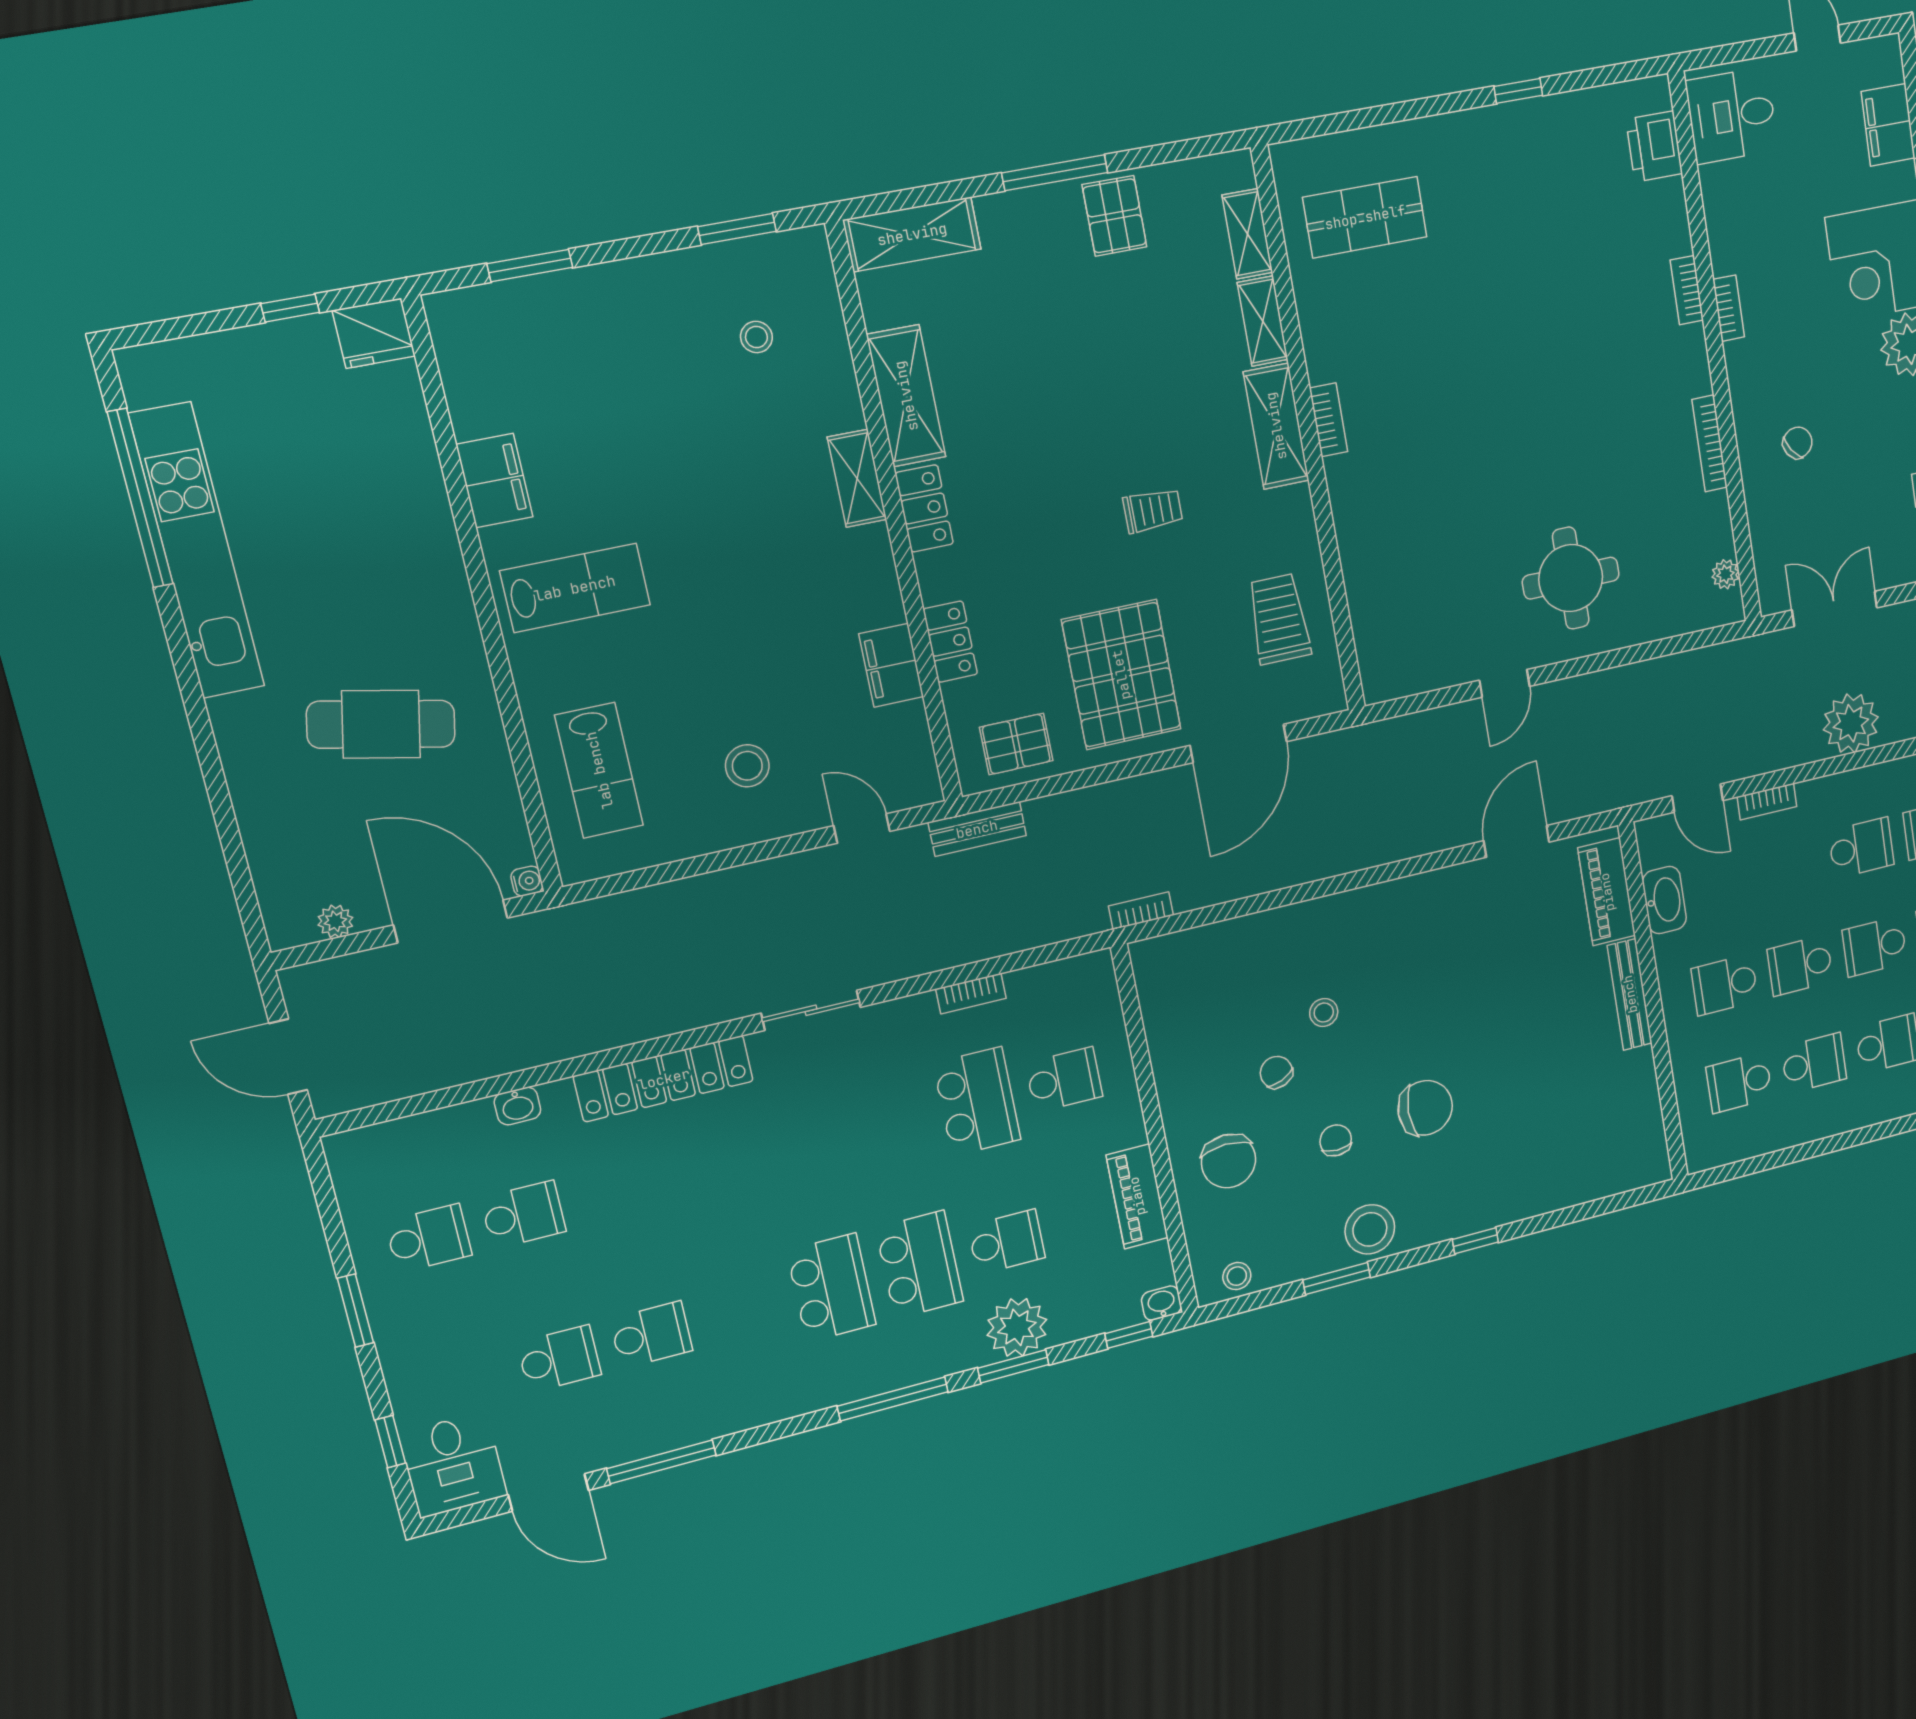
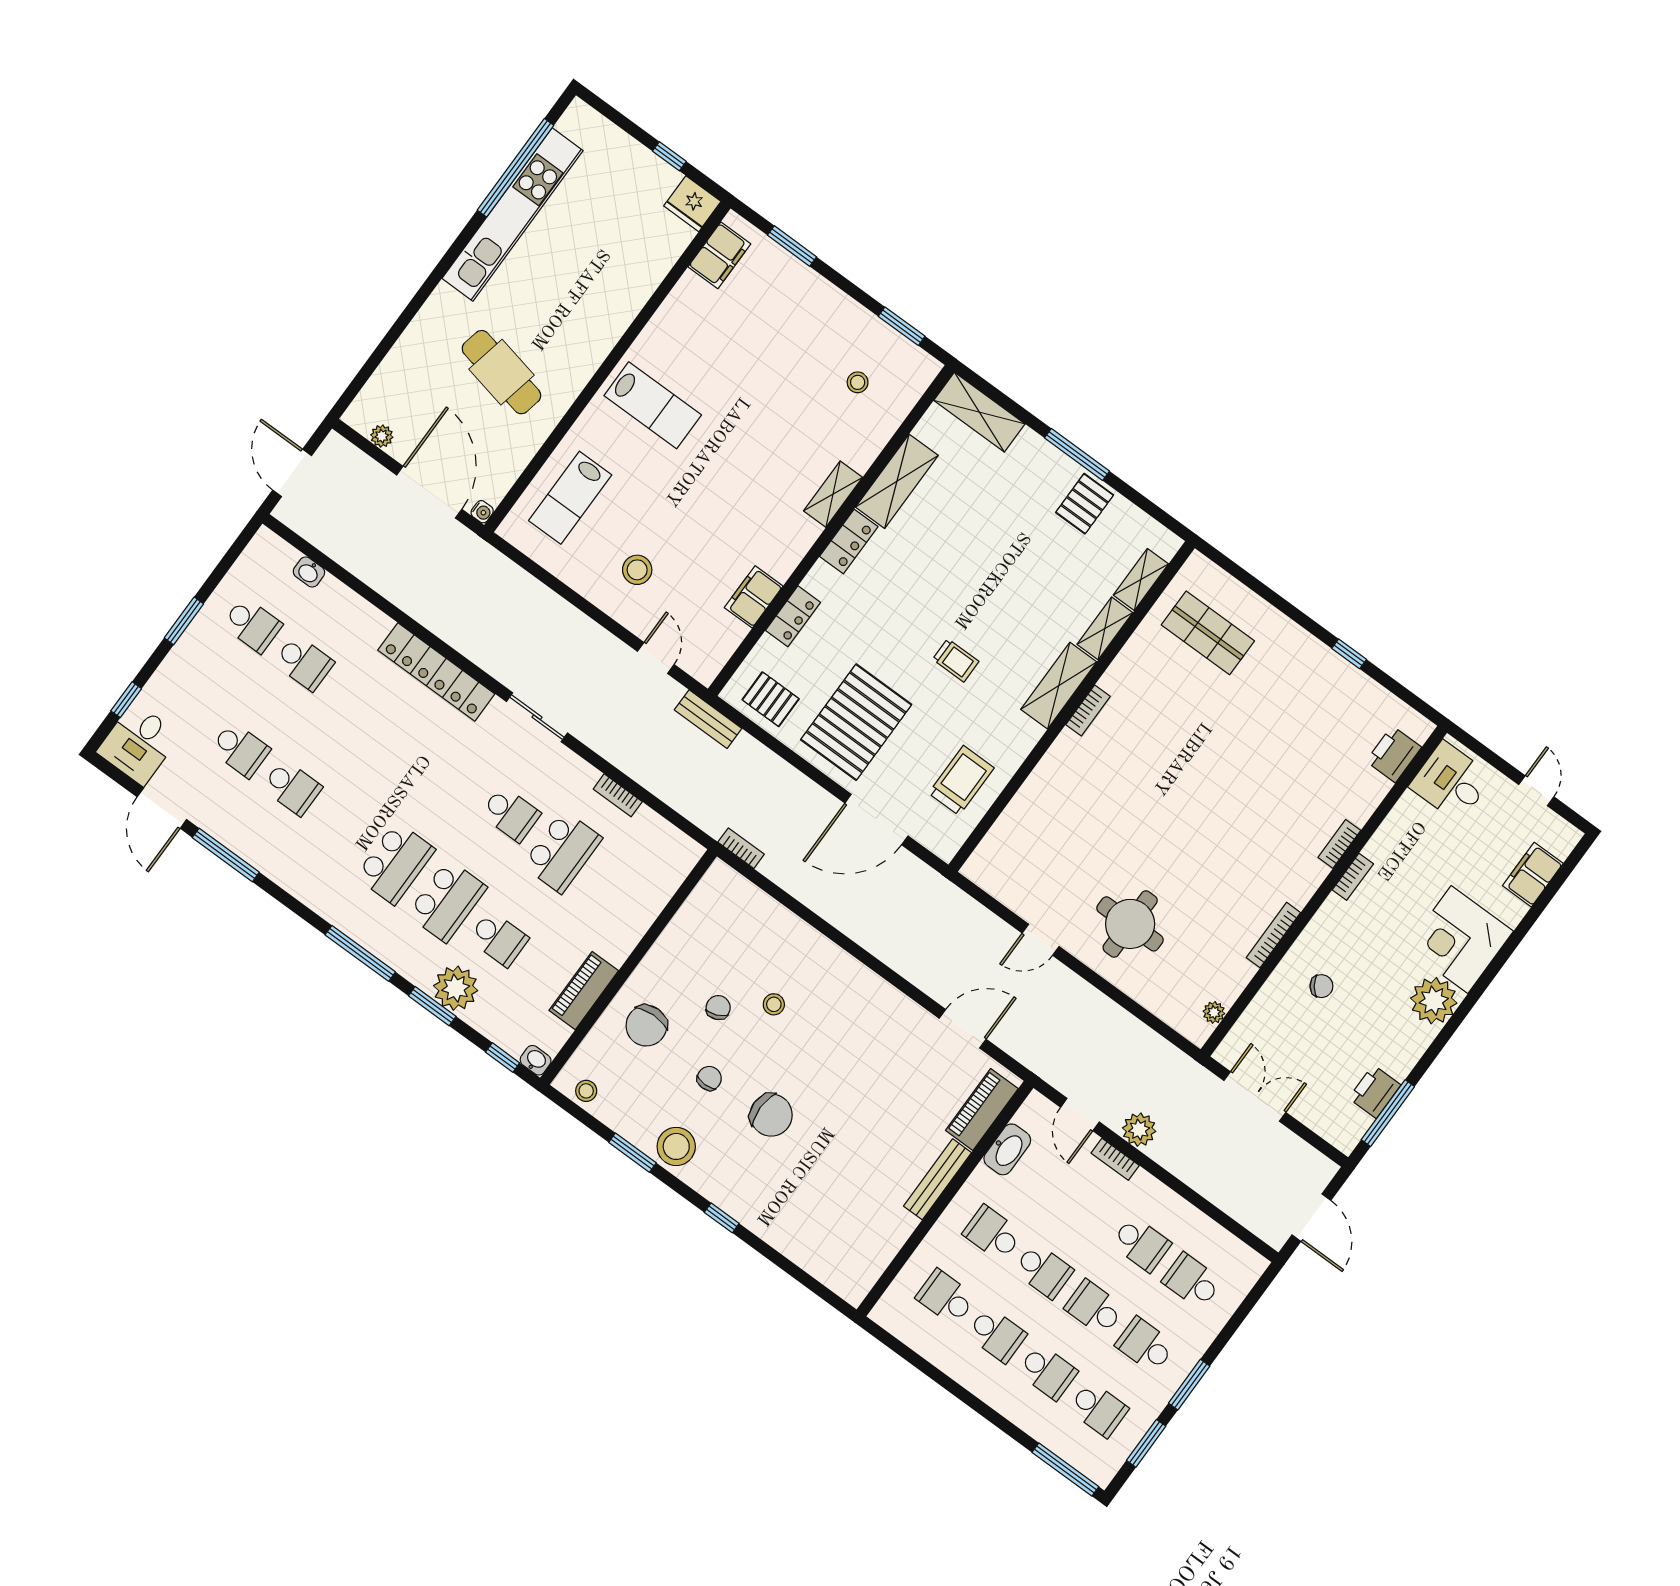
filing cabinet: (495, 481) -> (719, 255), moved
plant: (1851, 723) -> (1139, 1130), moved, width x0.73, depth x0.73
school desk: (1800, 965) -> (1043, 1271), turned 180
school desk: (1064, 1080) -> (511, 814), moved
washbasin: (517, 1106) -> (309, 572), moved

